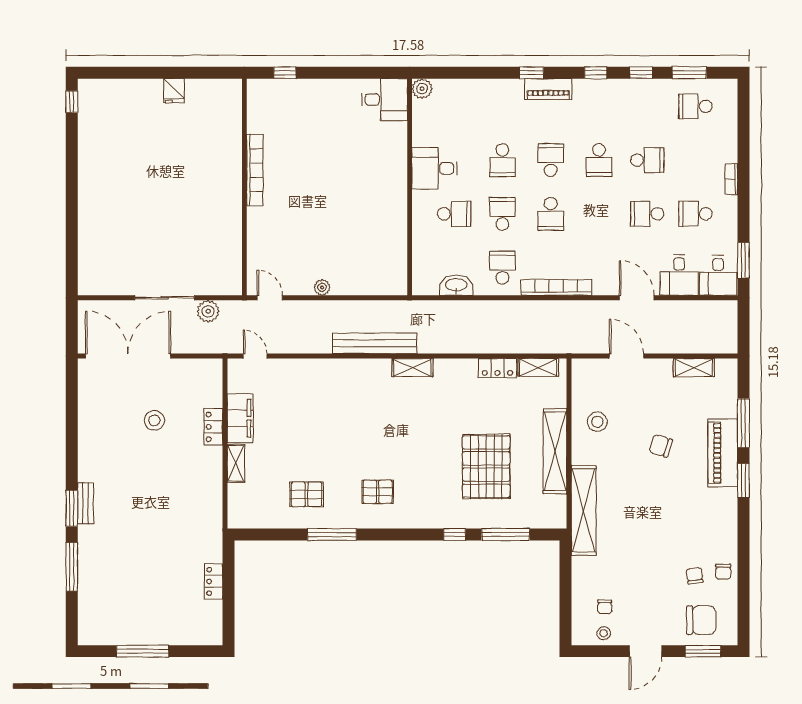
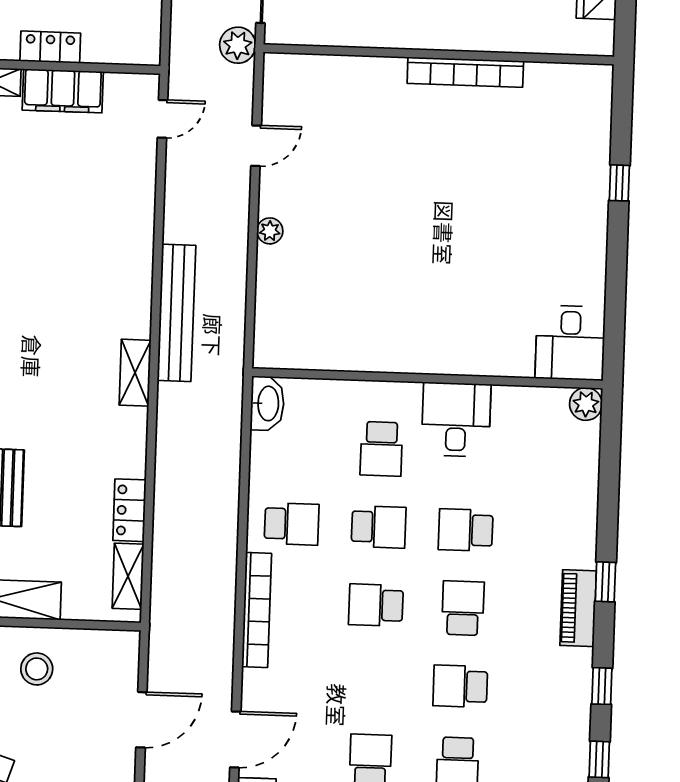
school desk: (551, 160) -> (463, 608), turned -90
bookcase: (255, 170) -> (465, 72), moved
wall: (244, 187) -> (439, 54), moved
washbasin: (456, 285) -> (267, 403), moved

